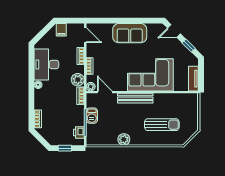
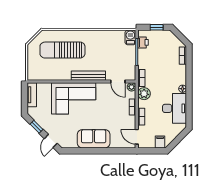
door: (174, 31) -> (51, 141), swing flipped
barbecue: (92, 116) -> (130, 37), moved
sun lounger: (162, 125) -> (62, 50), width x1.36, depth x1.34
plant: (124, 139) -> (99, 36), removed

